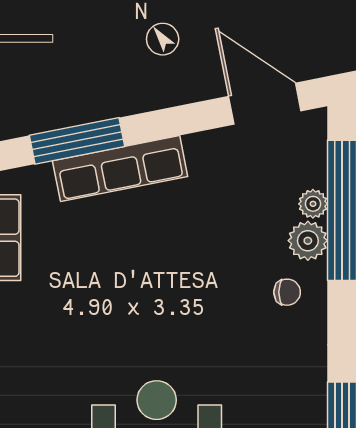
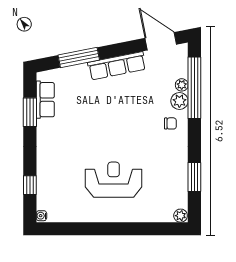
row of seats: (120, 169) -> (117, 66), moved

